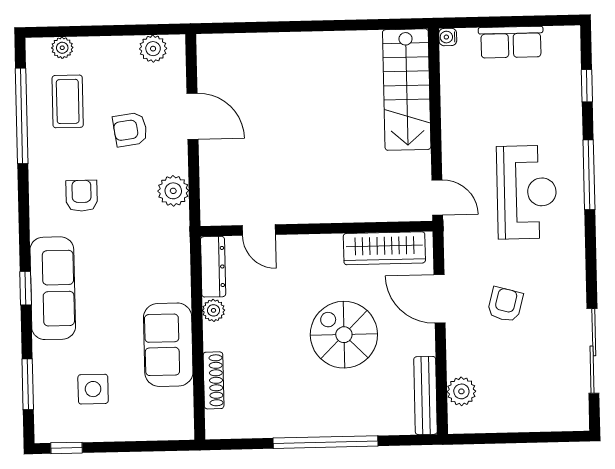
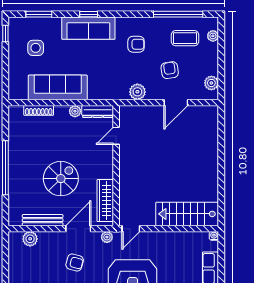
plant: (455, 243) -> (107, 237), added
sofa: (168, 345) -> (58, 87), width x1.36
bench: (425, 395) -> (43, 220), moved

